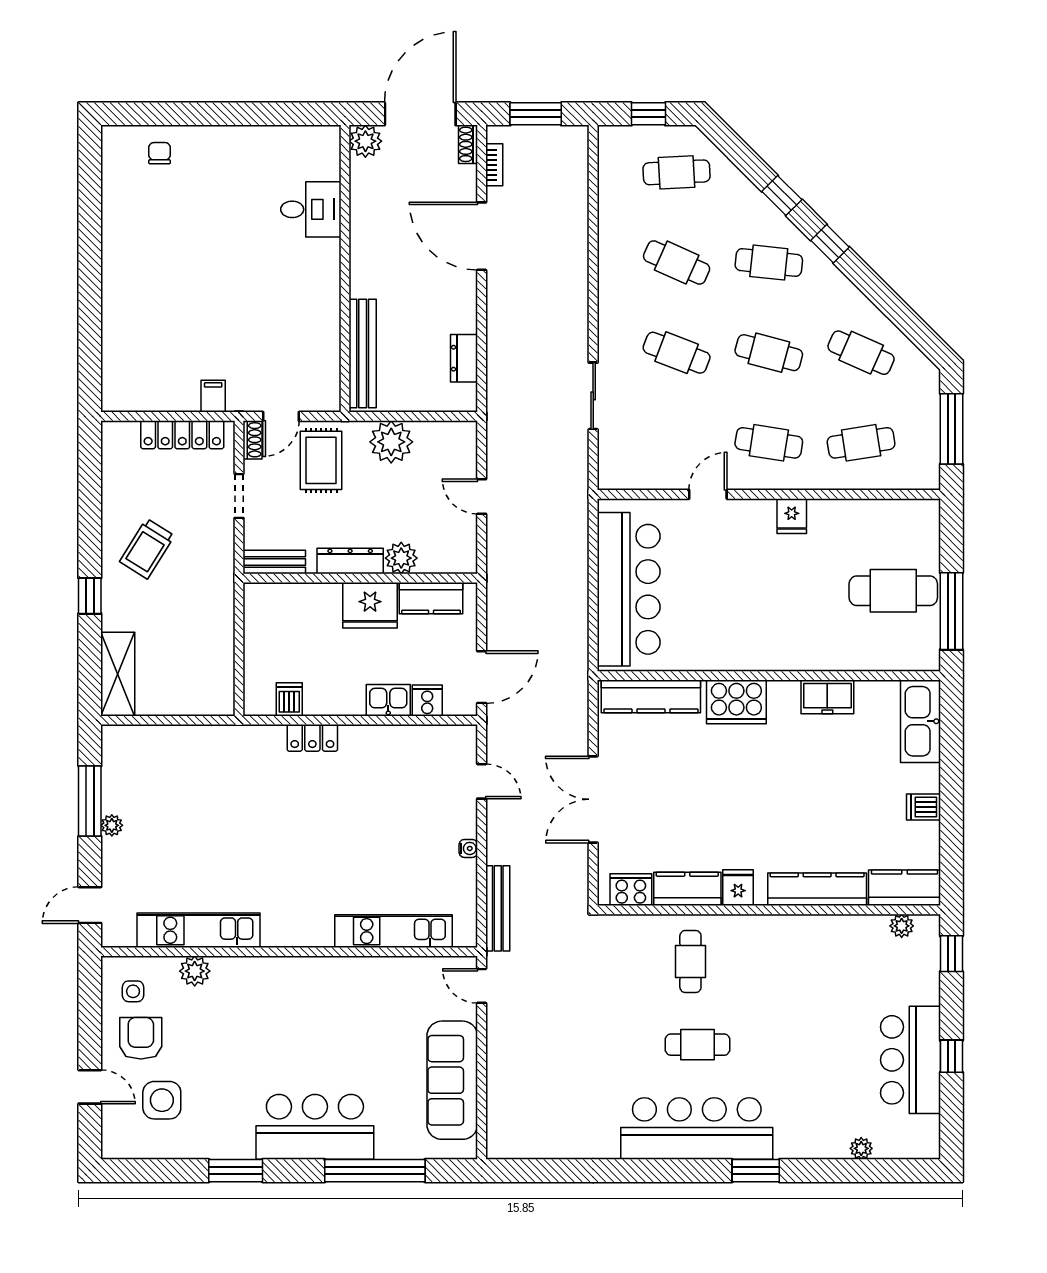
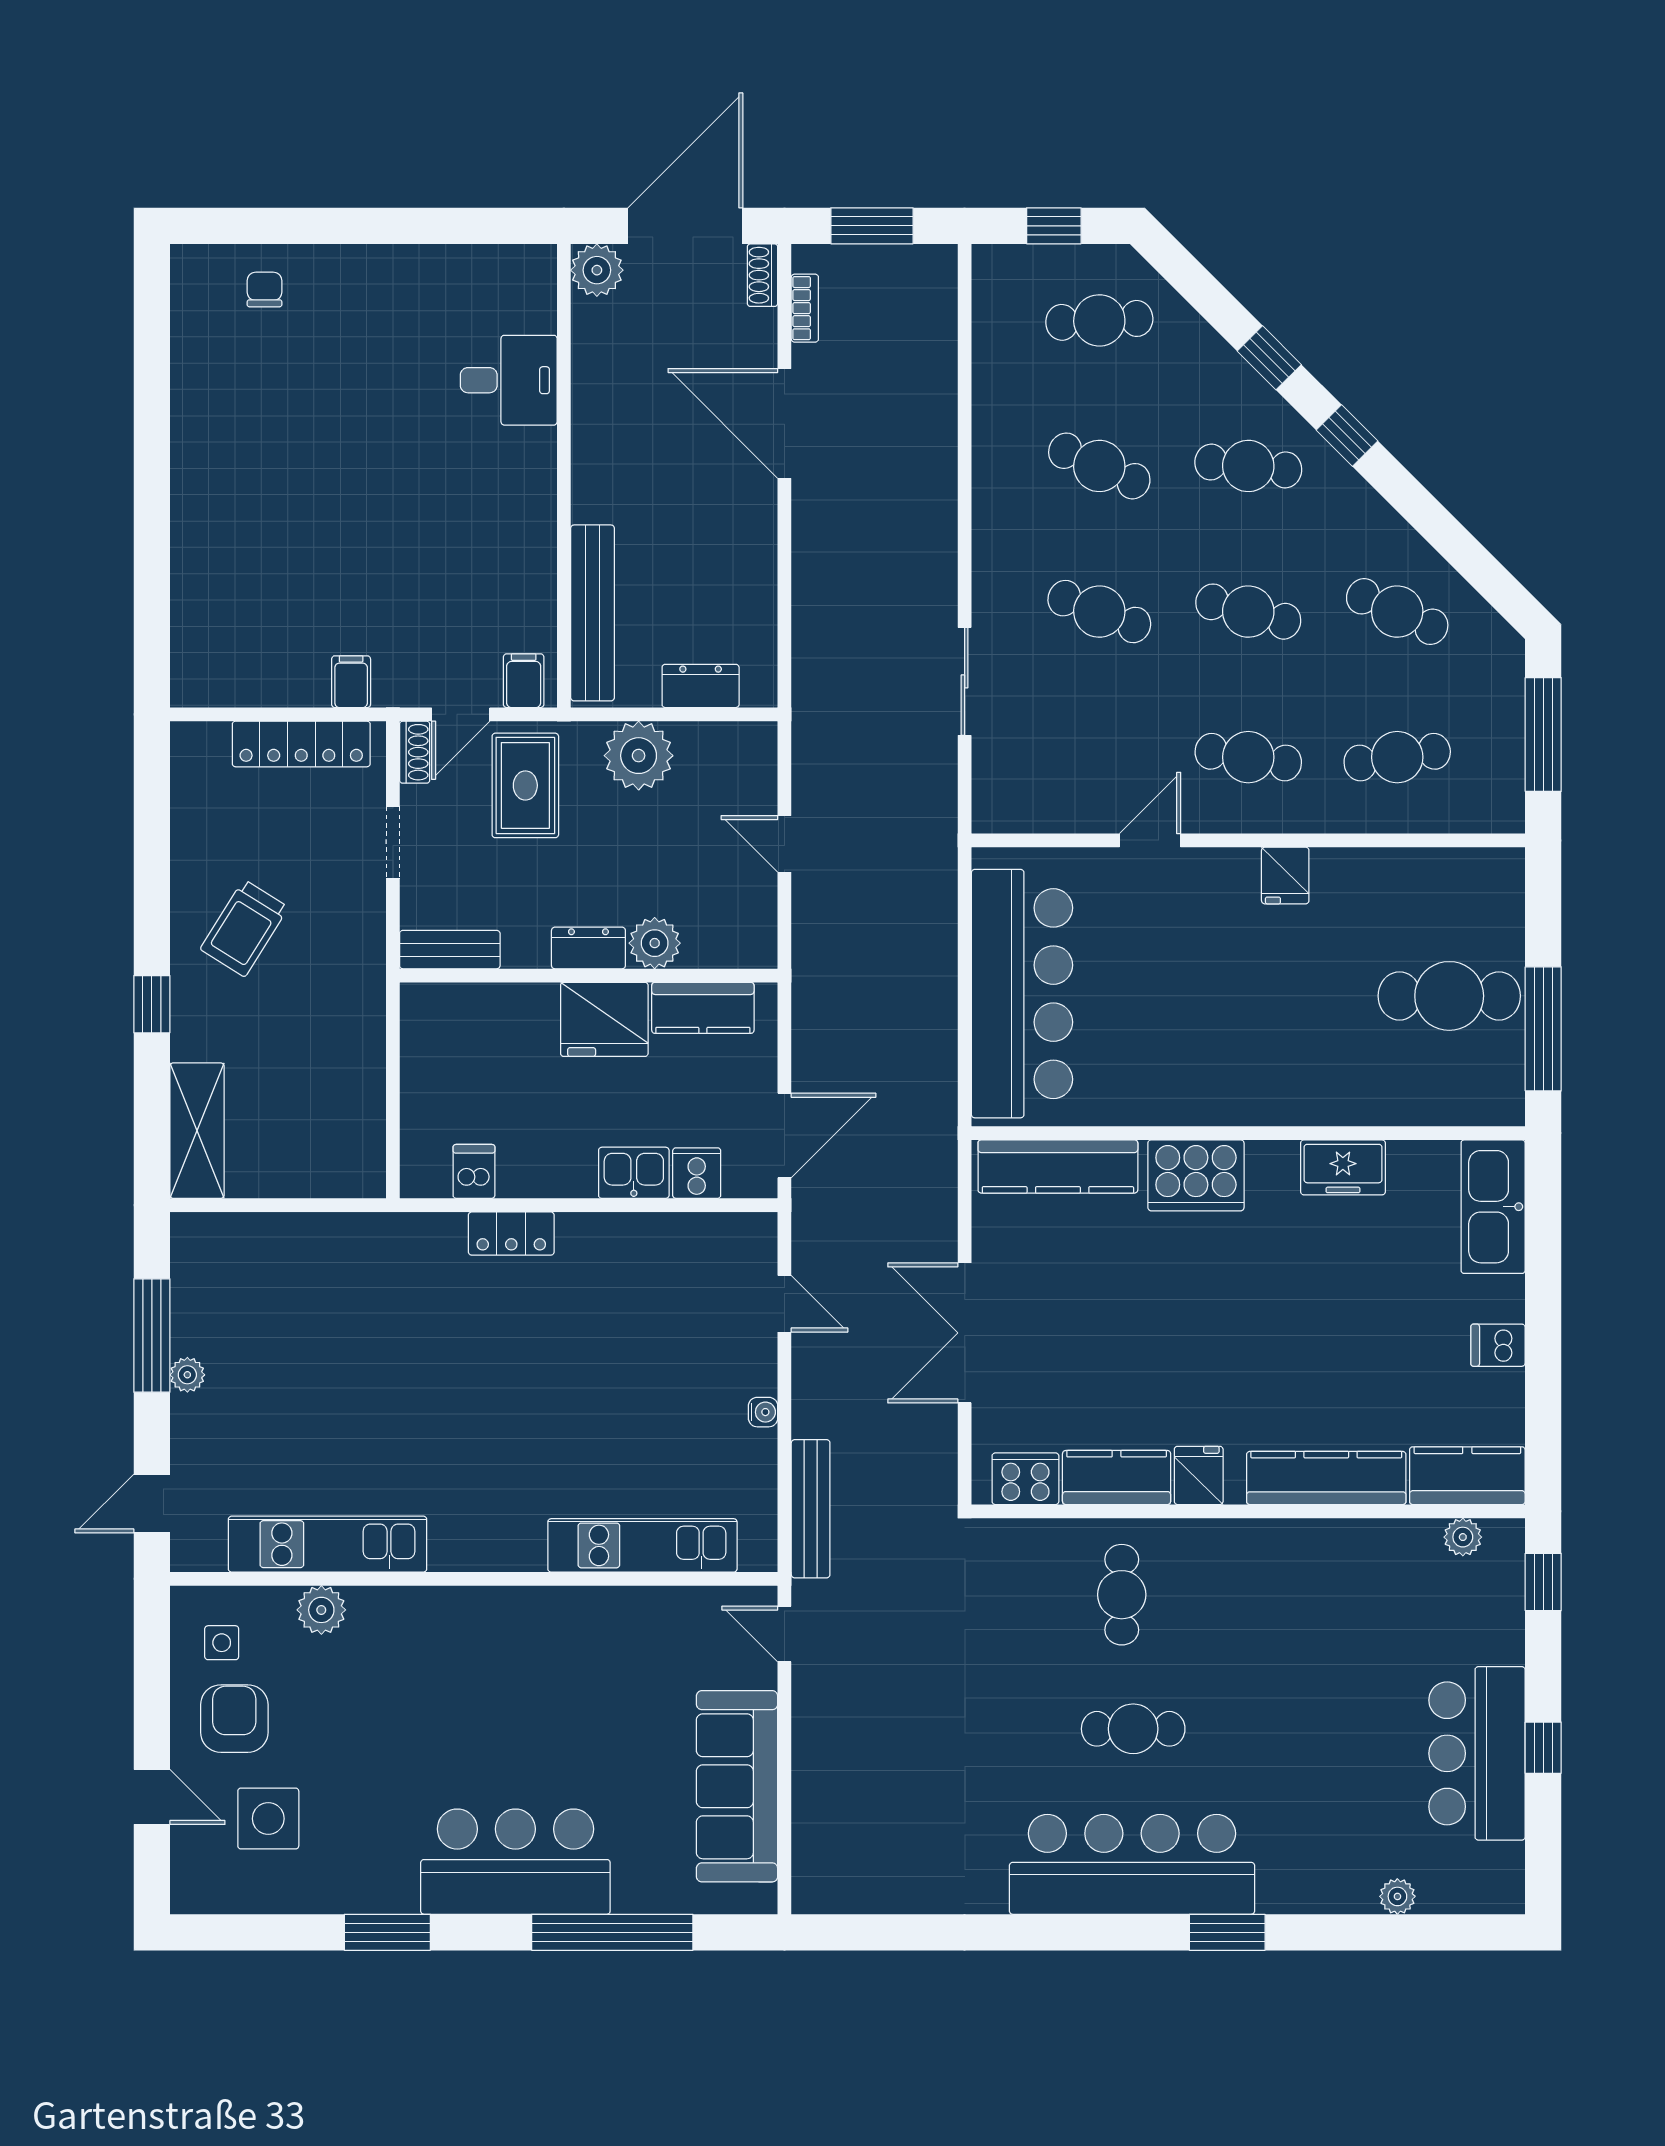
dresser: (464, 358) -> (701, 686), moved, turned 90
filing cabinet: (320, 395) -> (524, 681), added
dresser: (350, 561) -> (588, 948), width x0.70

